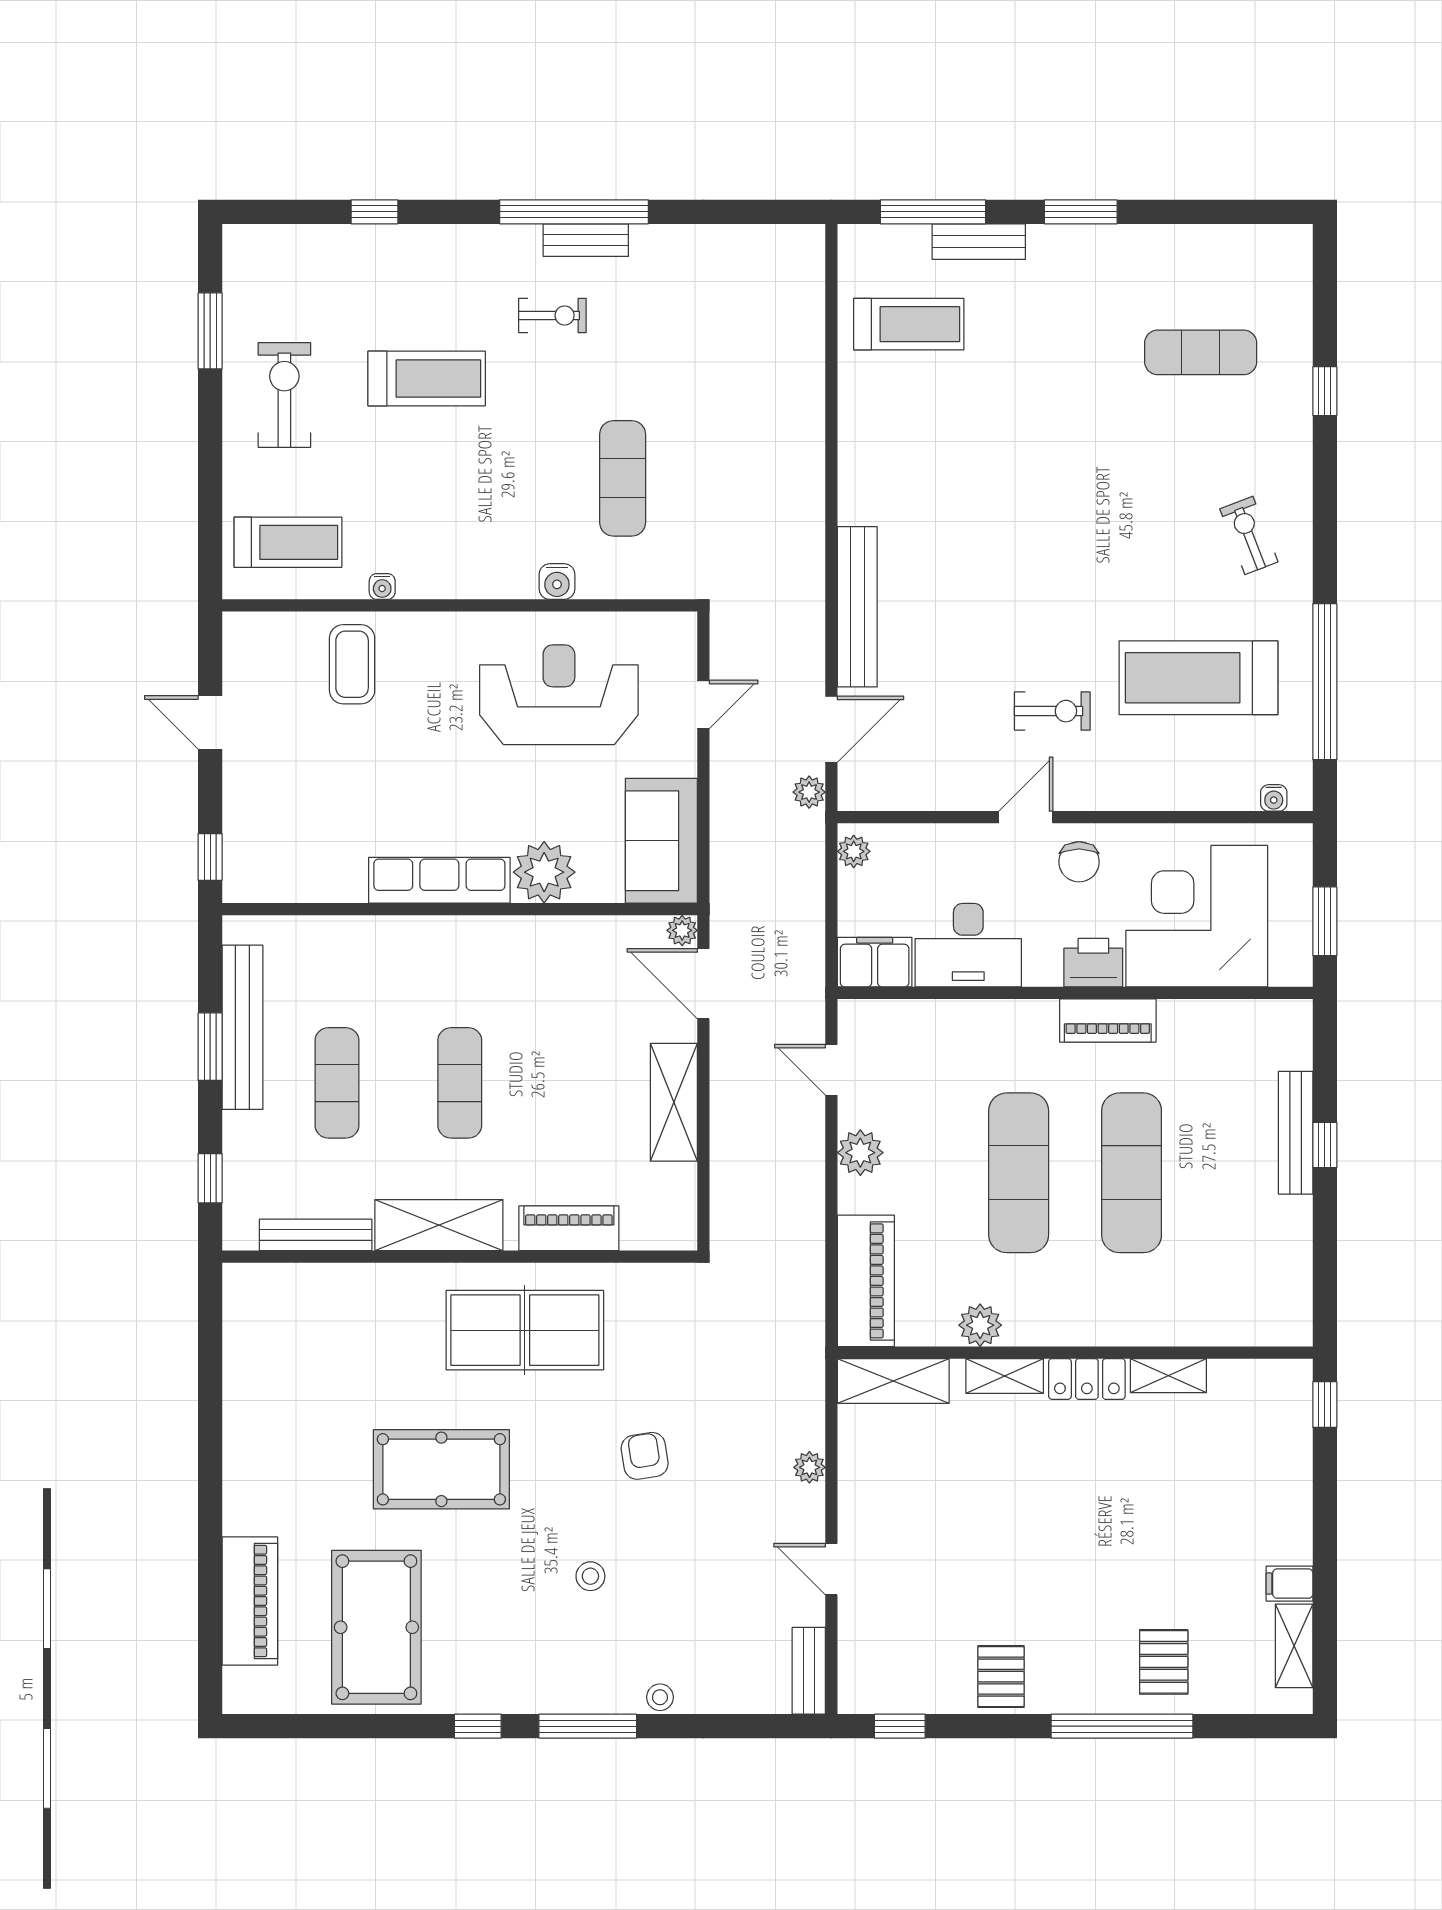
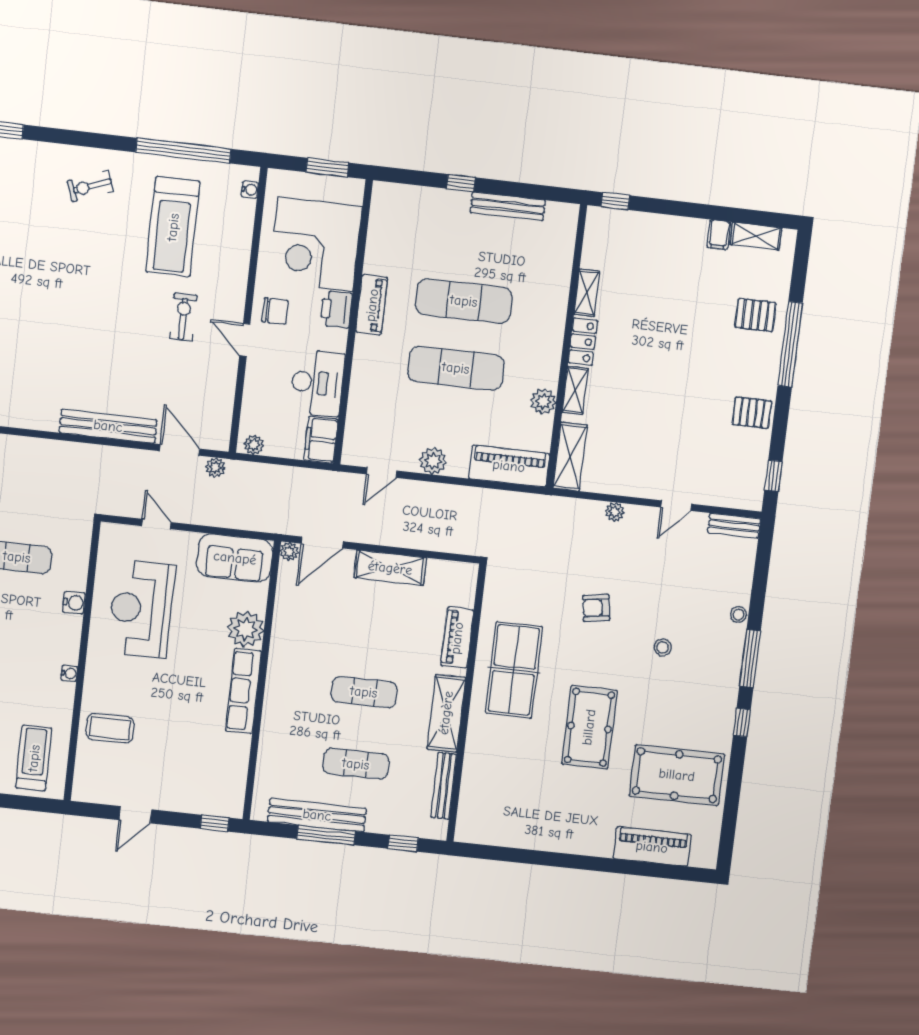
water cooler: (382, 586) -> (69, 673), moved
window: (210, 1047) -> (326, 835), width x1.44
bench: (1296, 1133) -> (508, 206), moved

